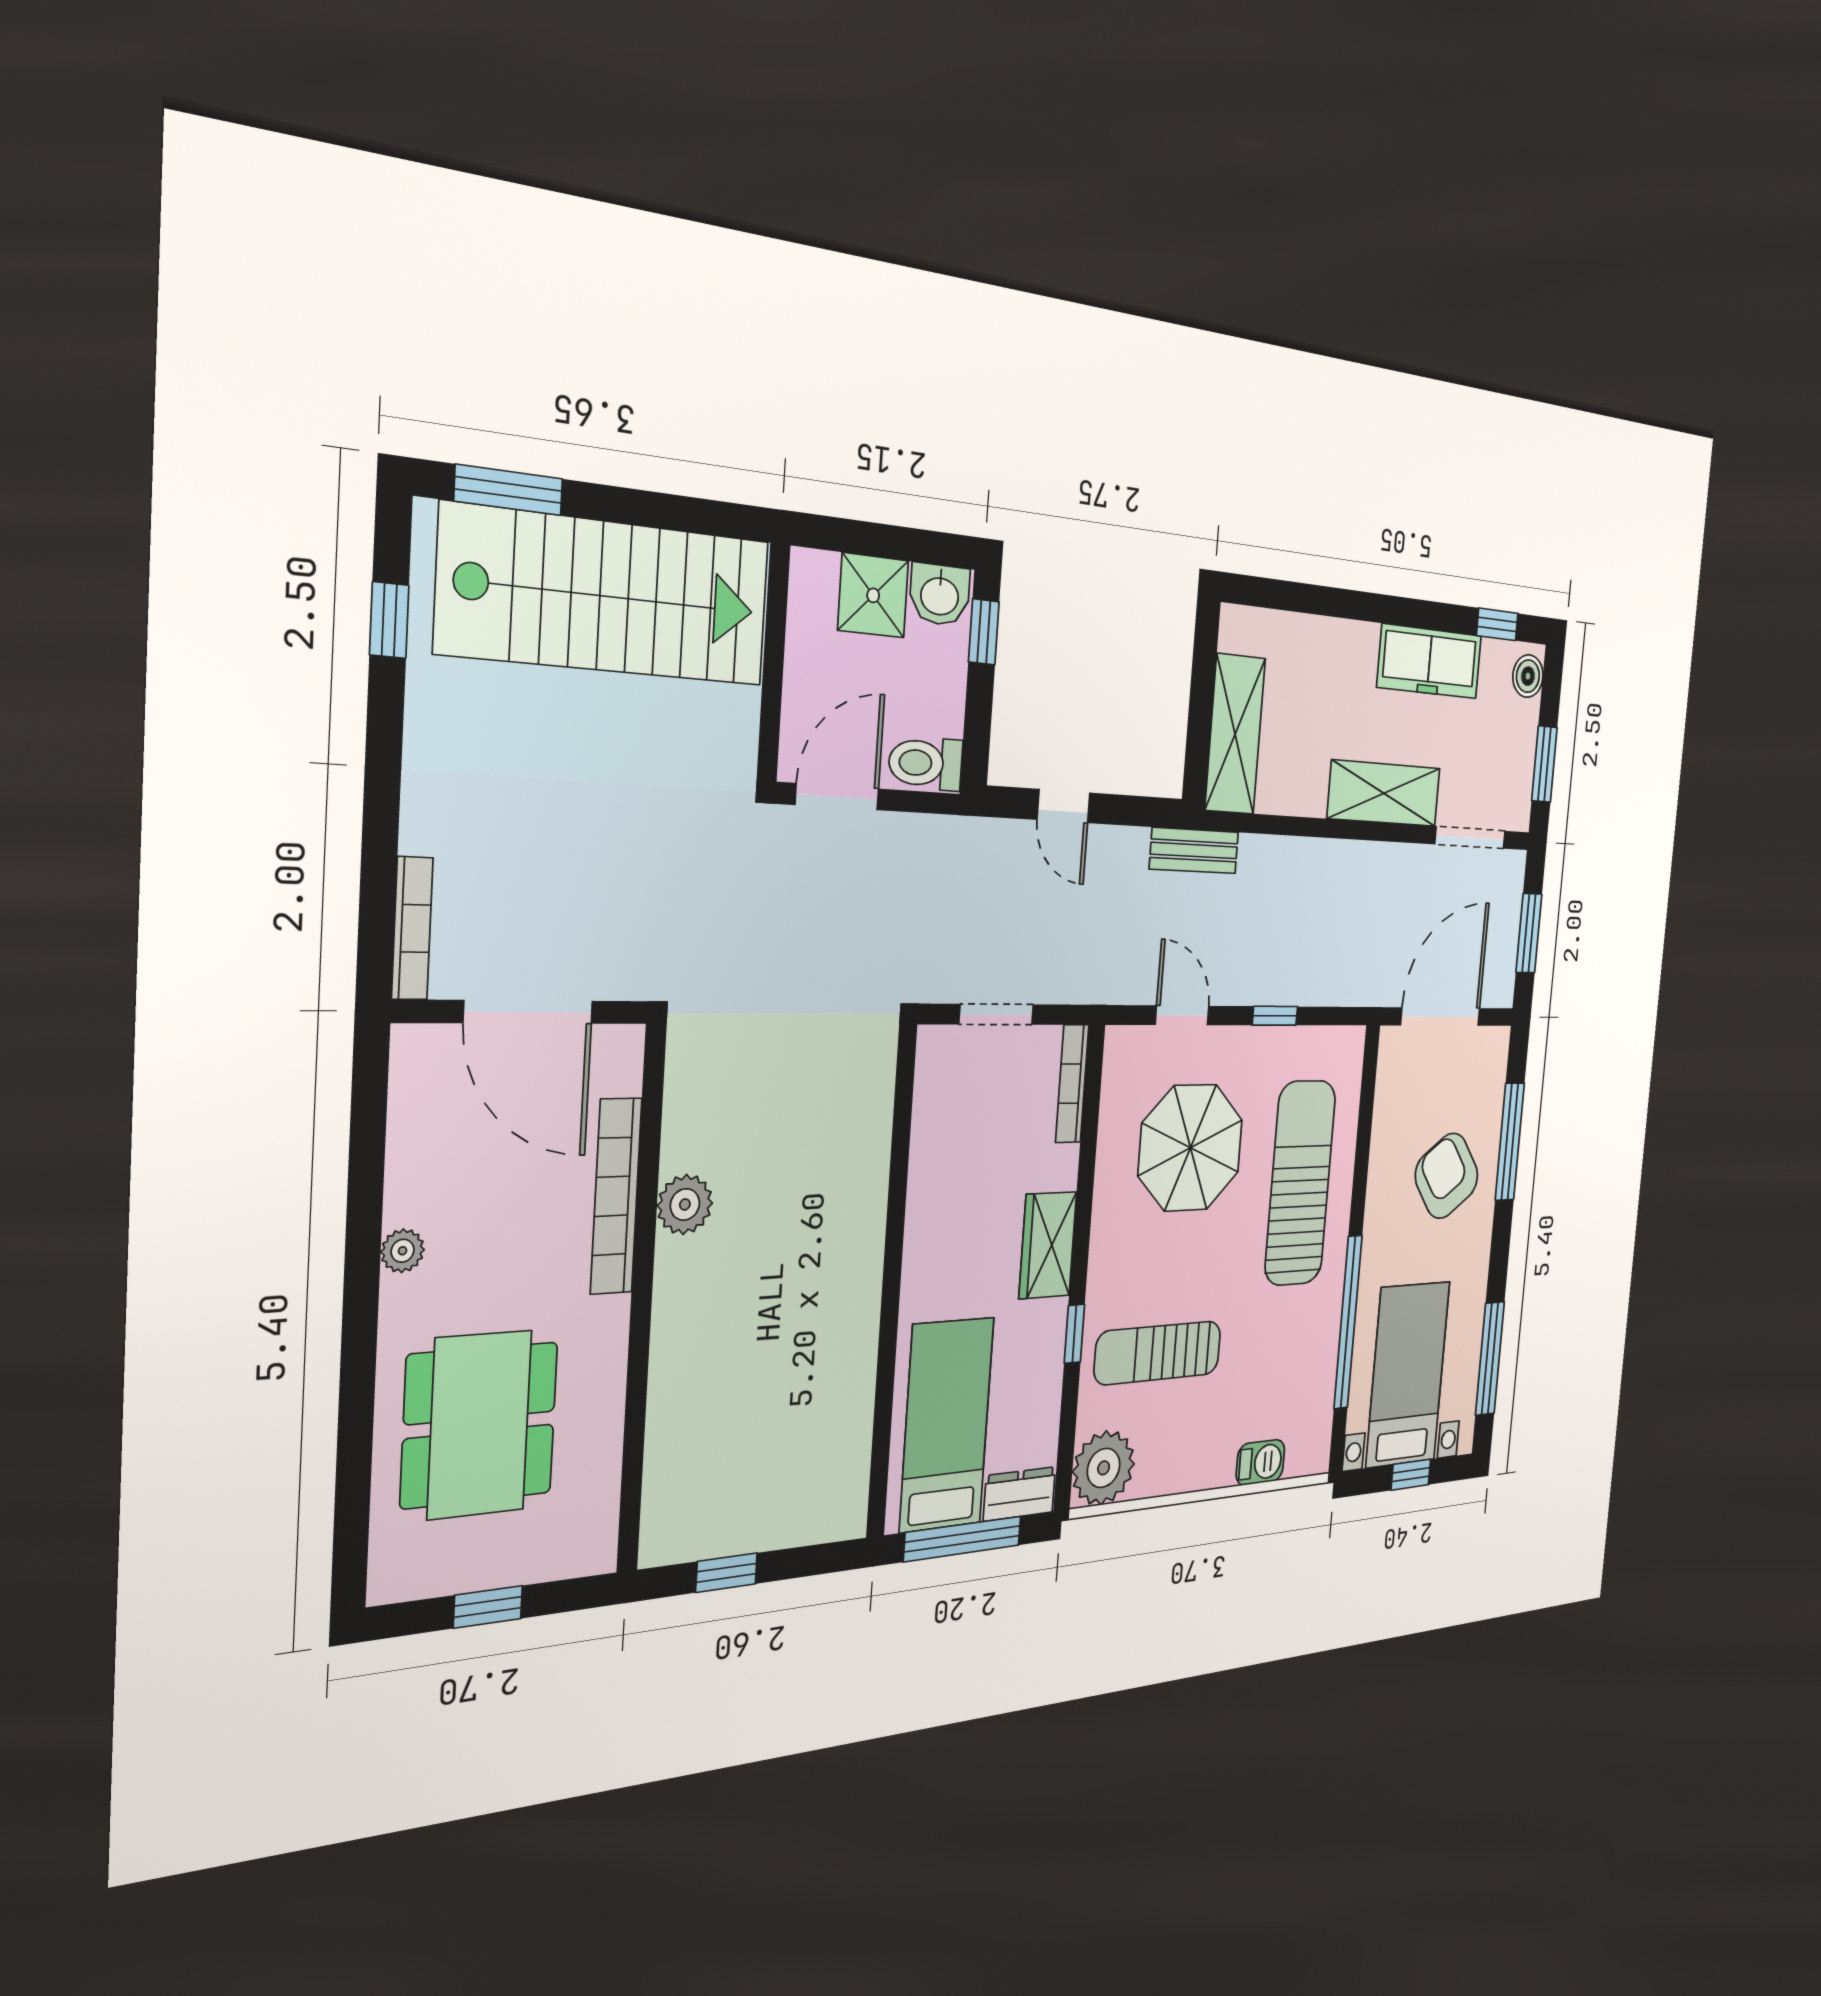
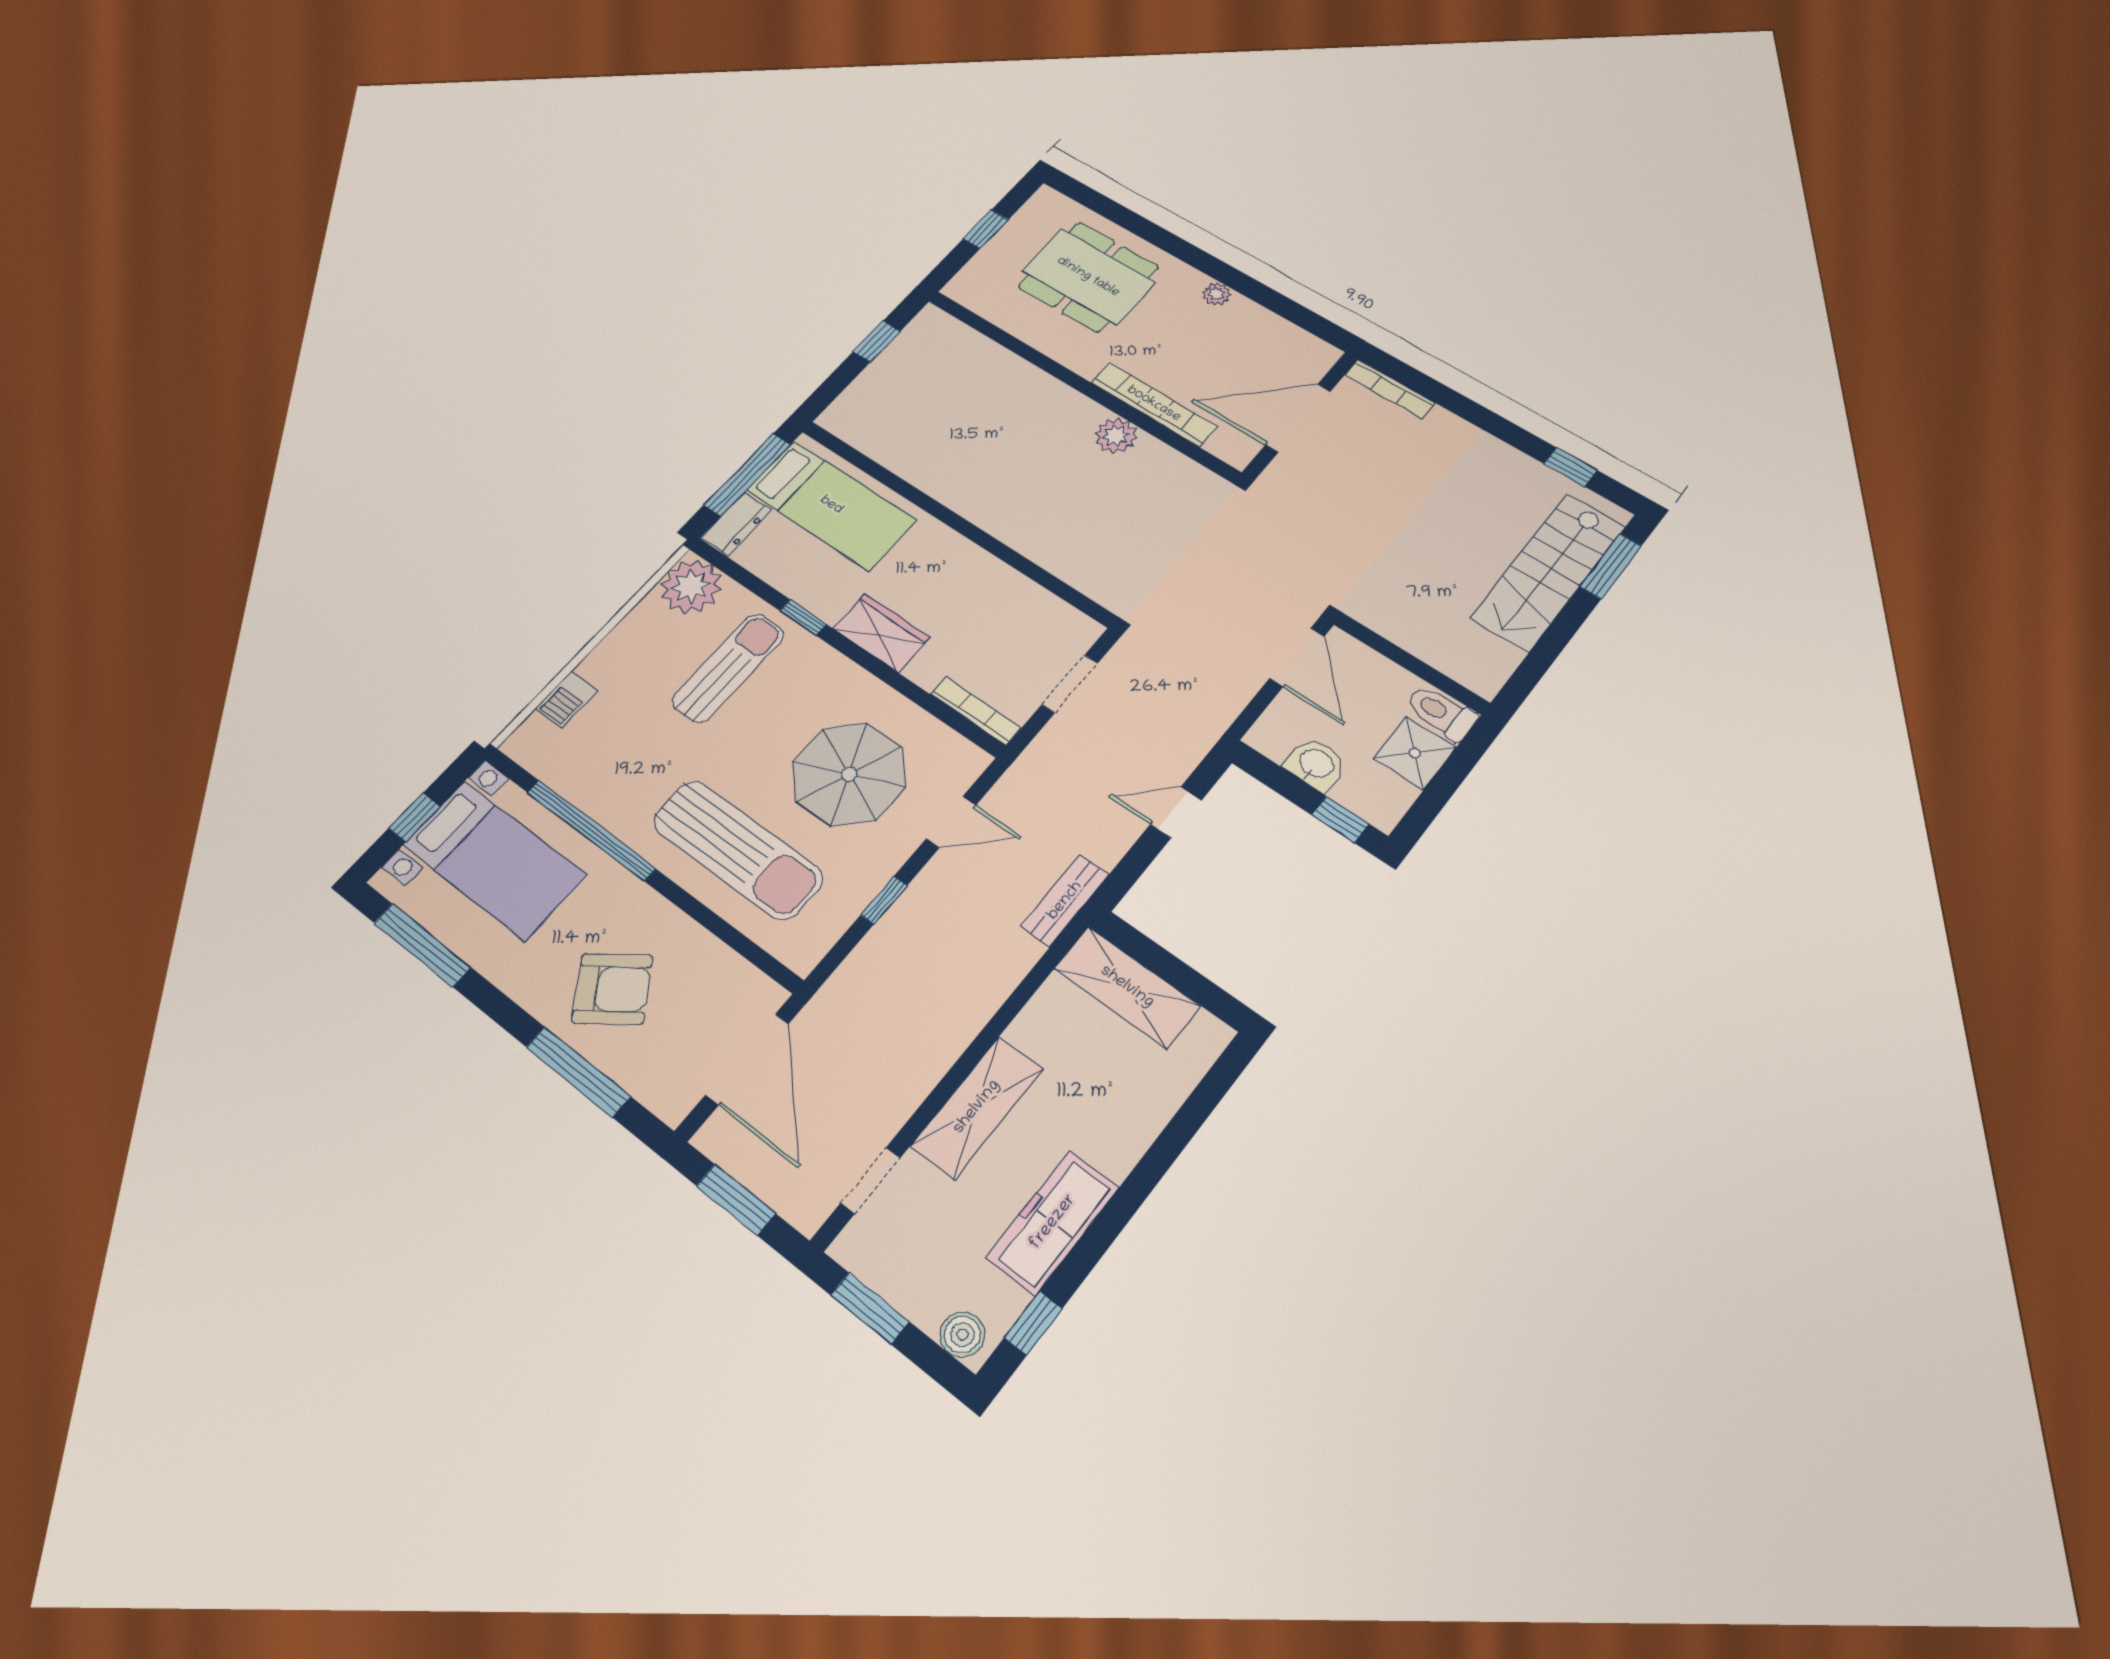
washbasin: (940, 595) -> (1316, 764), moved, turned 90
stairs: (606, 596) -> (1548, 572), width x0.73, depth x0.66
toilet: (926, 763) -> (1441, 712), moved, turned -90
doorway: (1470, 837) -> (871, 1180), width x0.73

